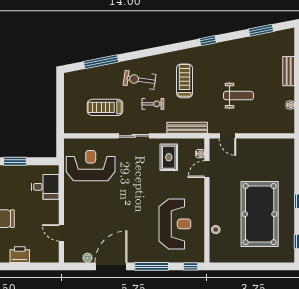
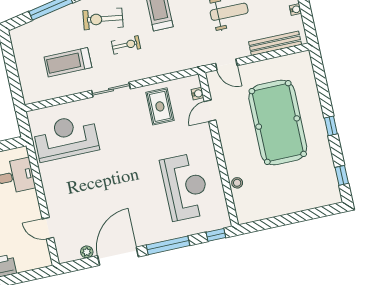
bench: (187, 128) -> (275, 43), moved
pool table: (260, 214) -> (278, 123), moved

